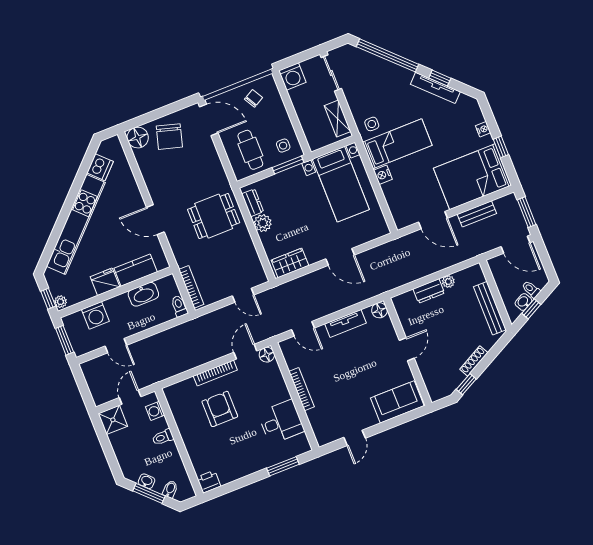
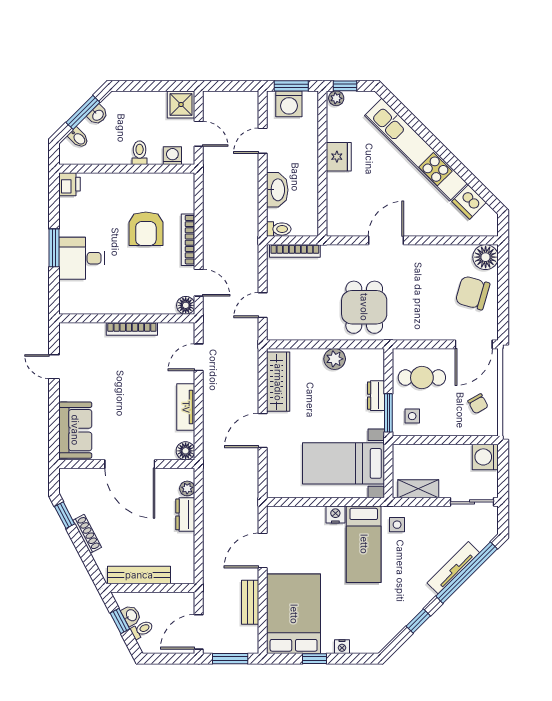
tv unit: (435, 88) -> (453, 568), moved
dresser: (253, 203) -> (376, 396), moved, turned 90
wardrobe: (290, 263) -> (278, 382), width x1.50
kitchen counter: (136, 270) -> (338, 196), removed
plant: (448, 282) -> (187, 488), moved
washbasin: (143, 294) -> (277, 190), moved, turned 180
washing machine: (95, 315) -> (289, 104), moved, turned -90
door: (407, 349) -> (130, 464), width x1.87
armchair: (220, 409) -> (146, 229), turned 90
desk: (281, 422) -> (82, 258), moved, turned 90
window: (283, 466) -> (54, 248), moved

